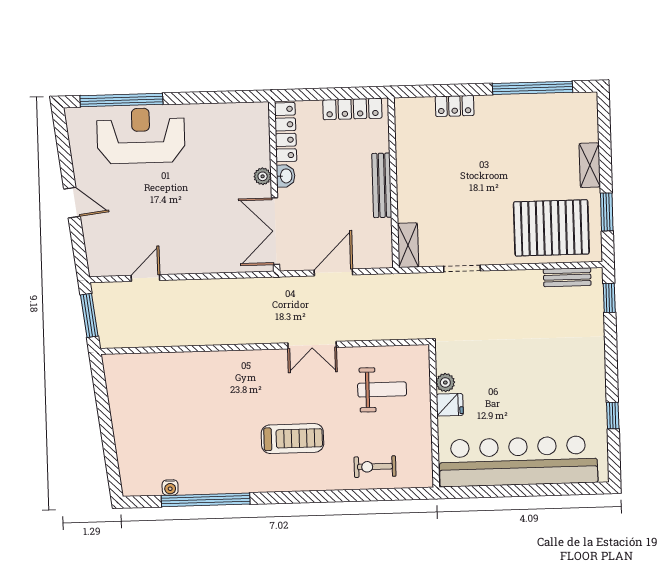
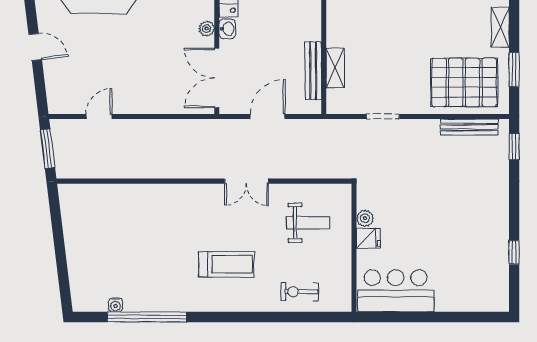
bench: (382, 185) -> (313, 71), moved
shelving: (408, 245) -> (335, 68), moved
bench: (567, 277) -> (469, 127), width x1.36
bar counter: (518, 461) -> (396, 291), width x0.54

